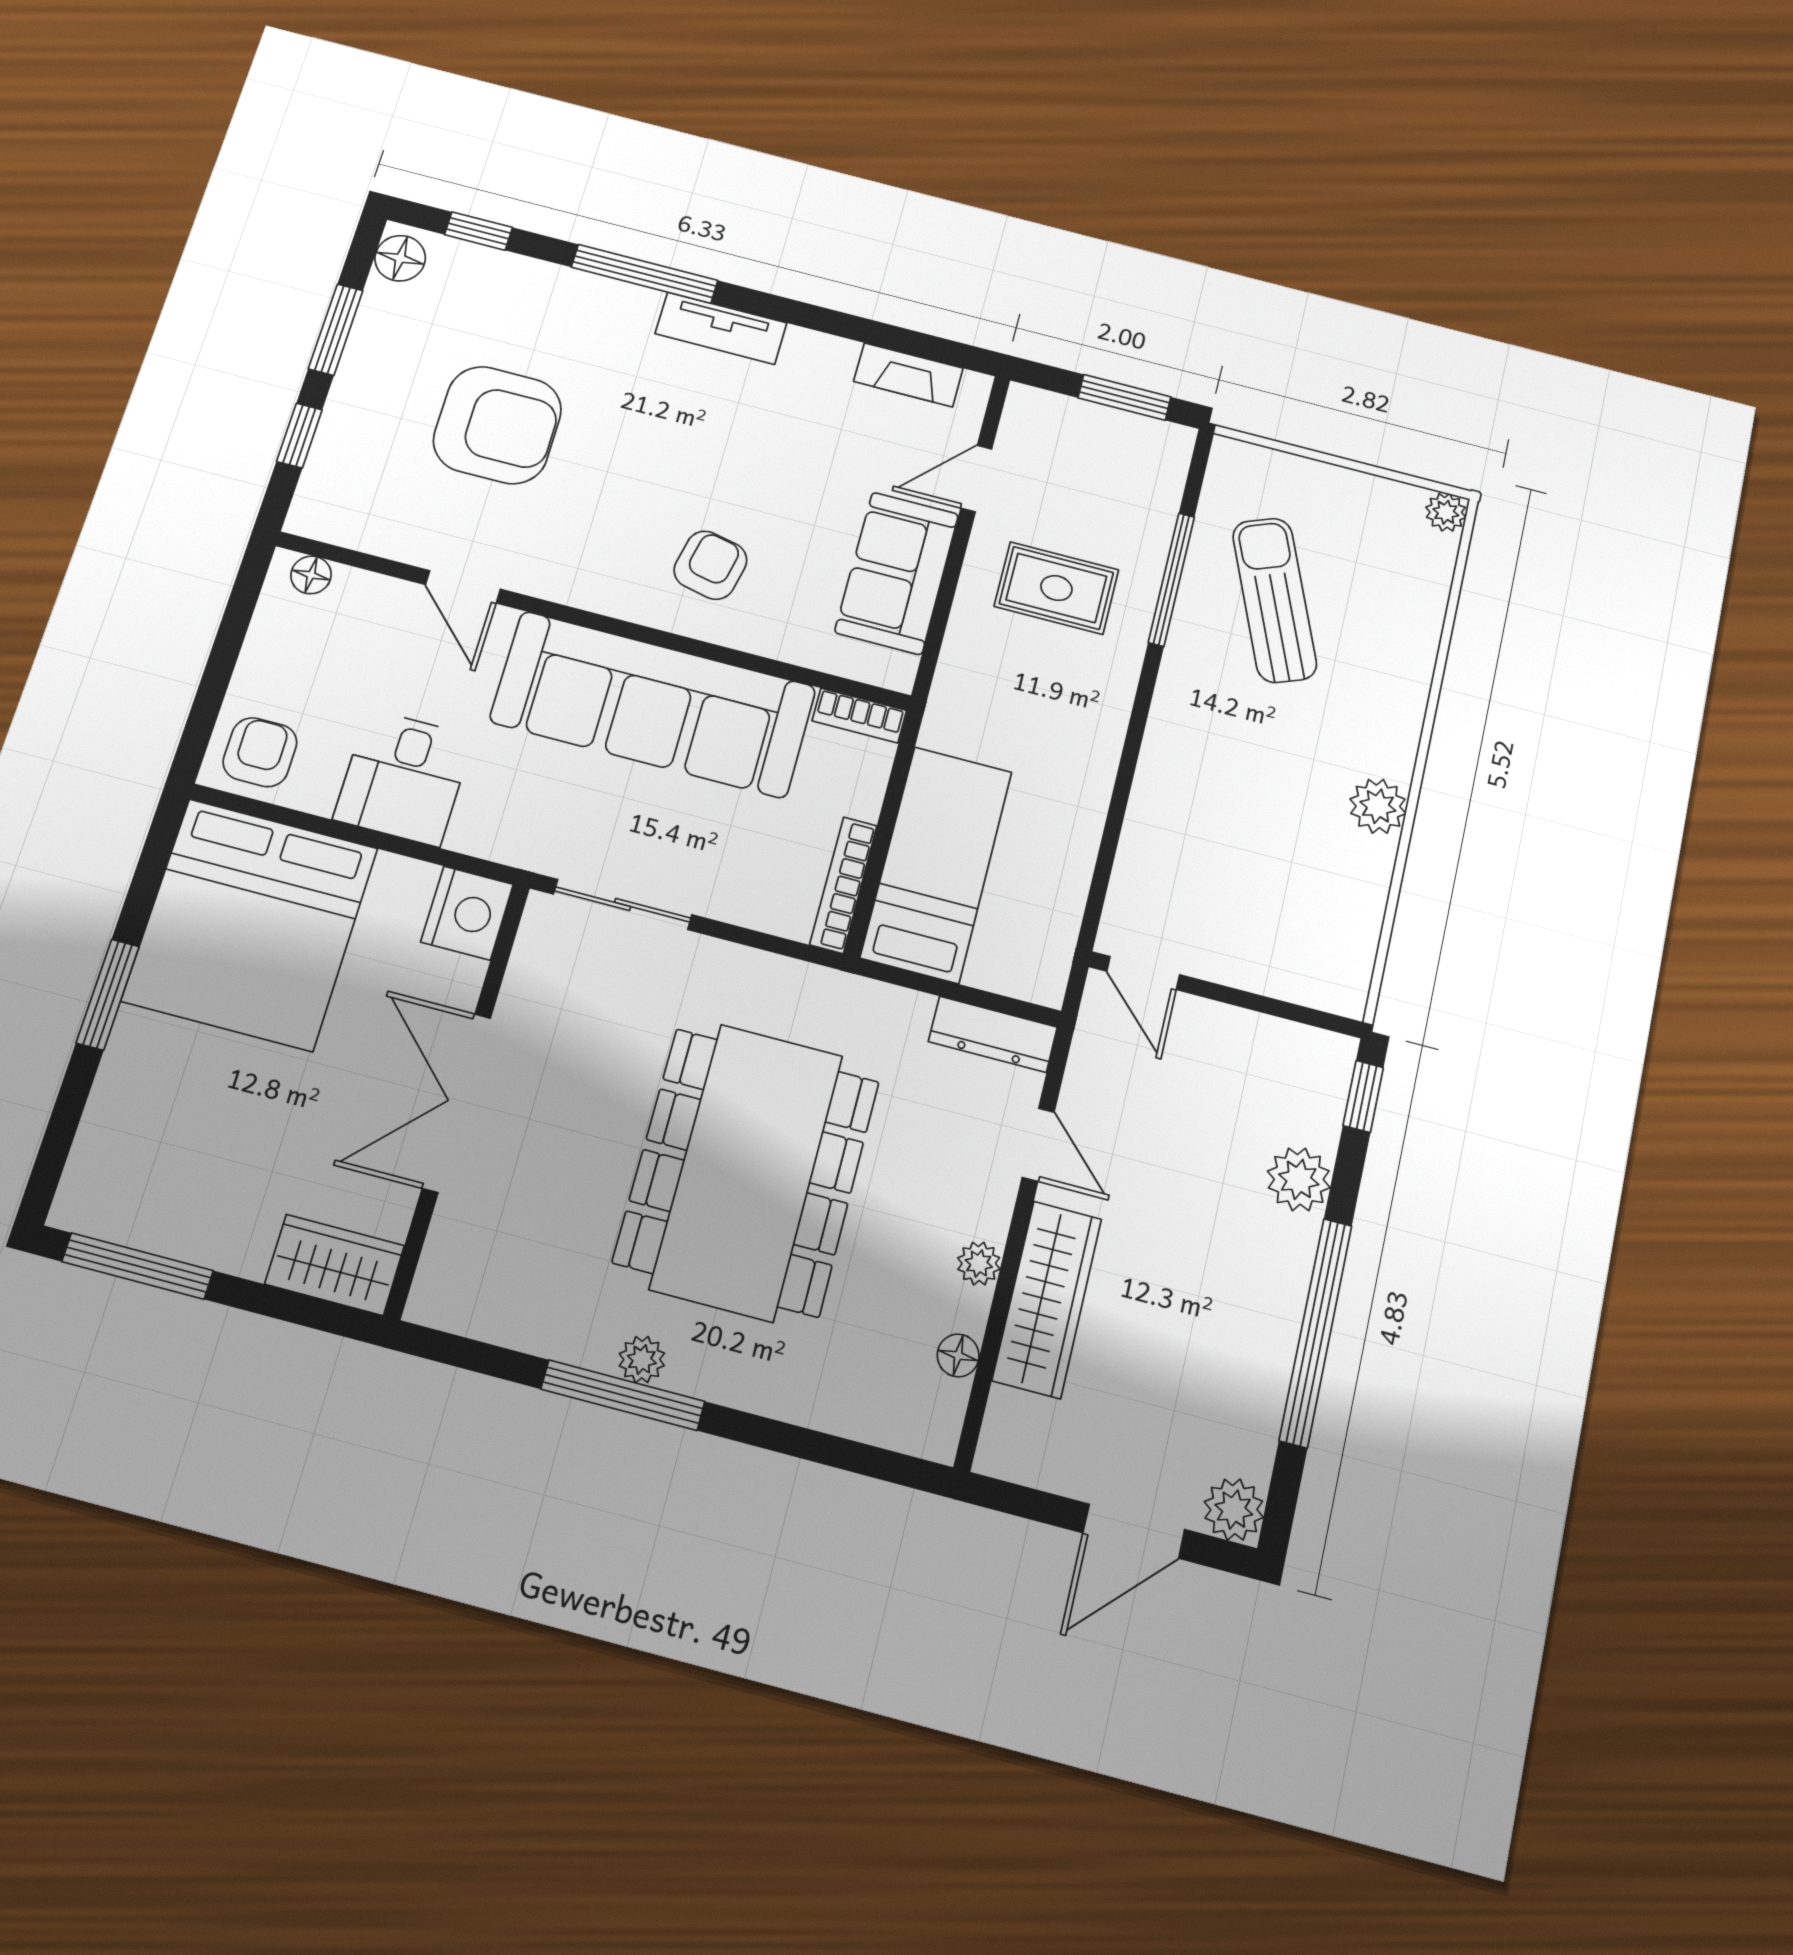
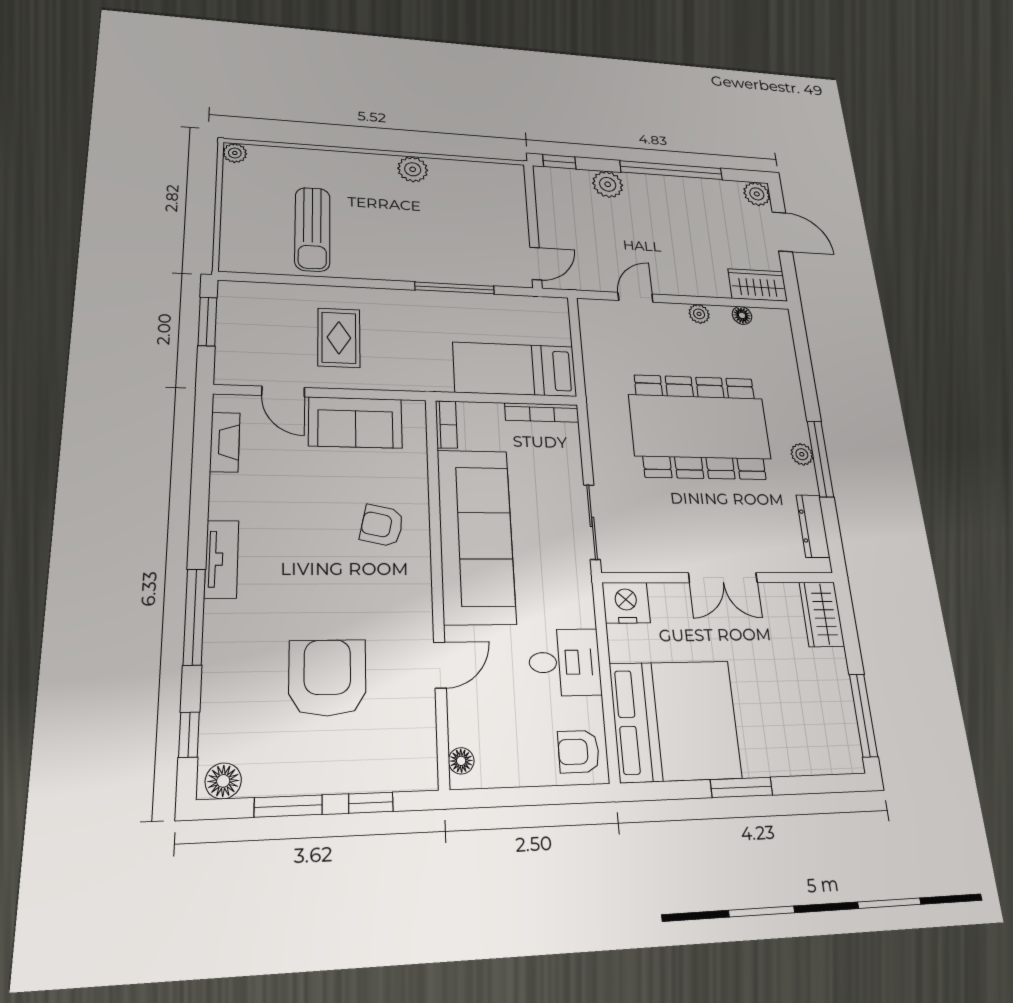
window: (1171, 579) -> (455, 288), moved
sun lounger: (1275, 600) -> (312, 229), turned -68
dresser: (993, 1034) -> (813, 526), moved, turned 180
double door: (457, 1103) -> (723, 578), width x0.73
wardrobe: (1047, 1299) -> (758, 285), moved, width x0.67

